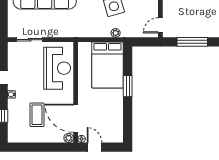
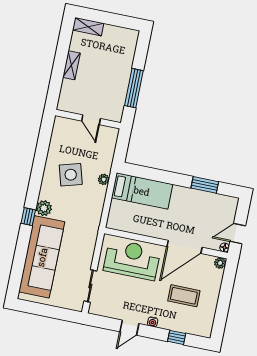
door: (160, 25) -> (91, 120), moved
bed: (107, 65) -> (142, 191), width x0.67
window: (128, 86) -> (205, 185), moved
door: (76, 118) -> (184, 247), moved

